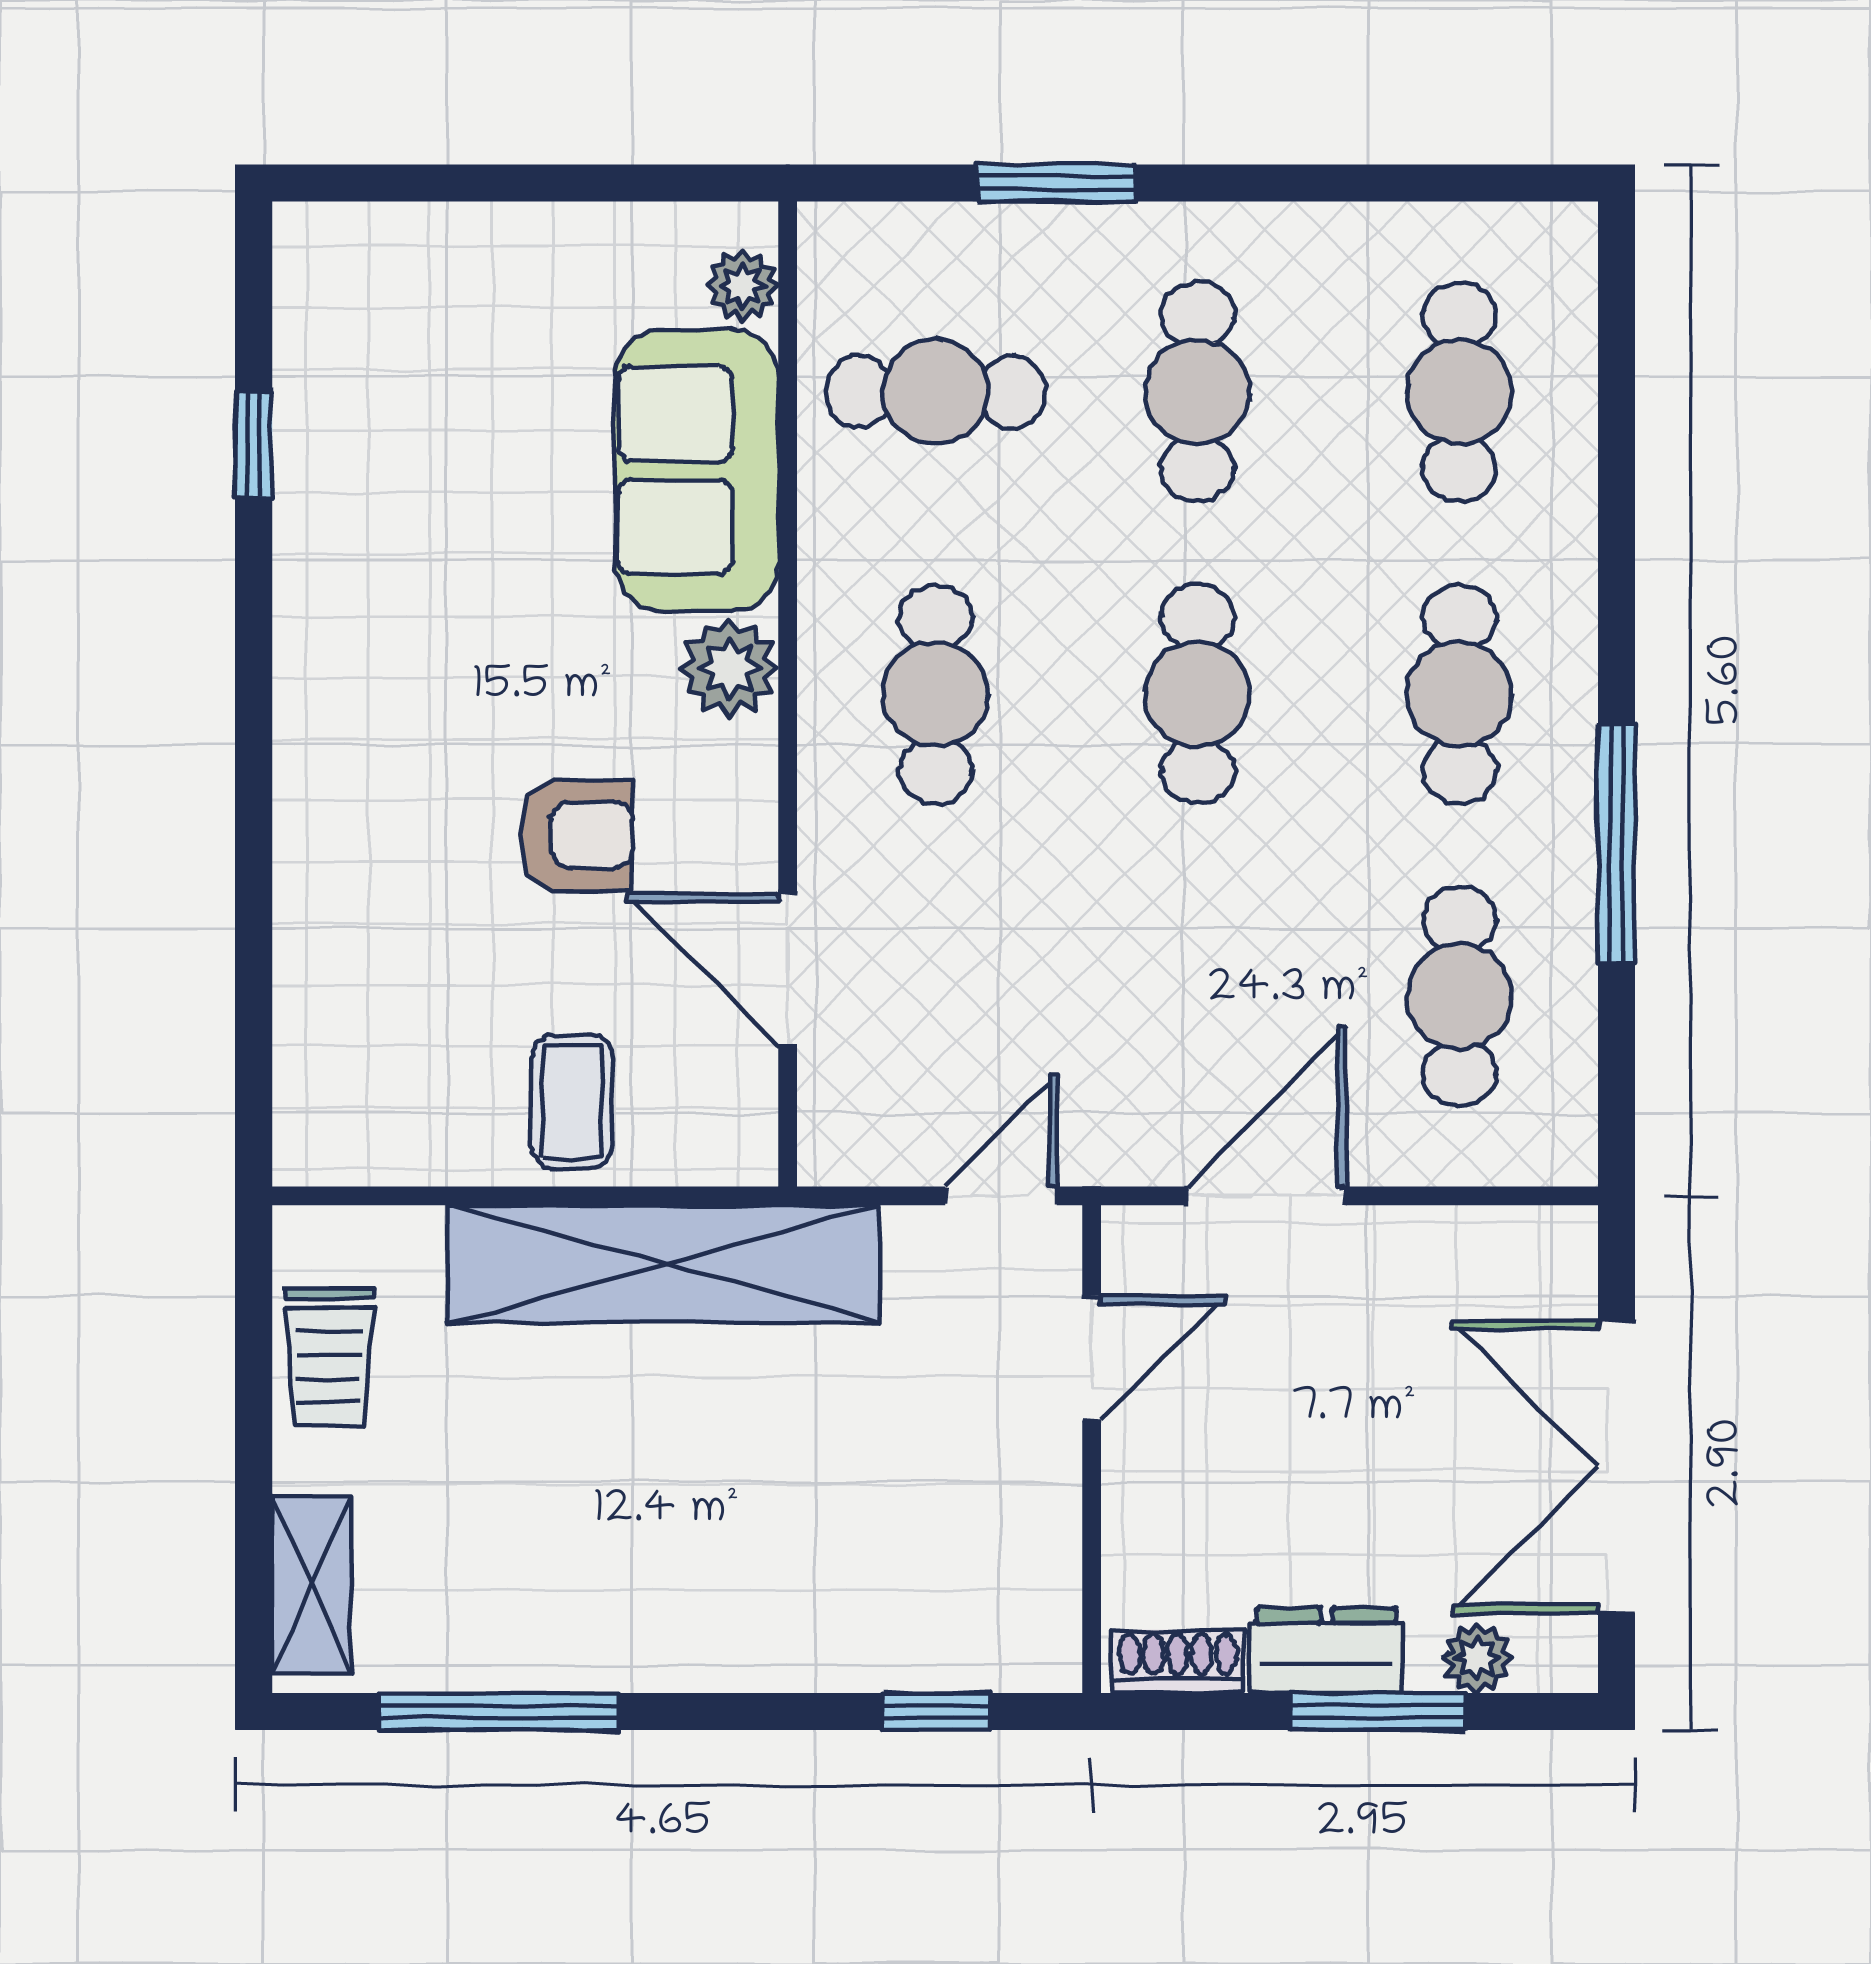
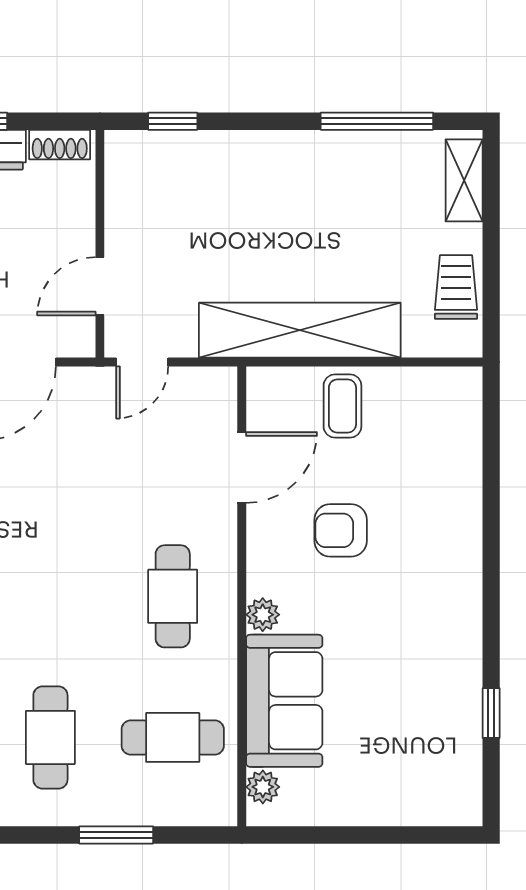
plant: (729, 668) -> (263, 615), width x0.73, depth x0.73
cafe table: (1197, 694) -> (50, 596), removed
door: (788, 970) -> (242, 468), hinge flipped

